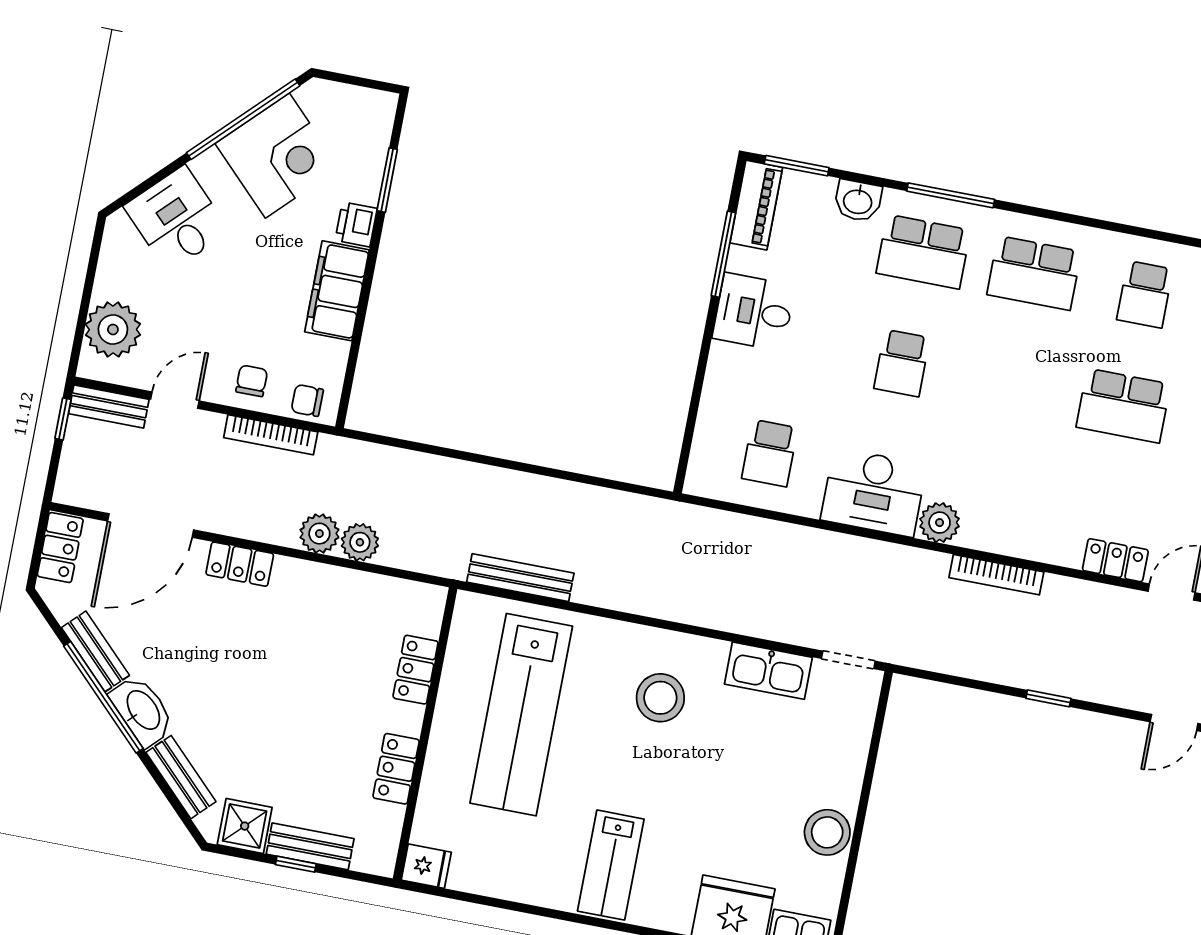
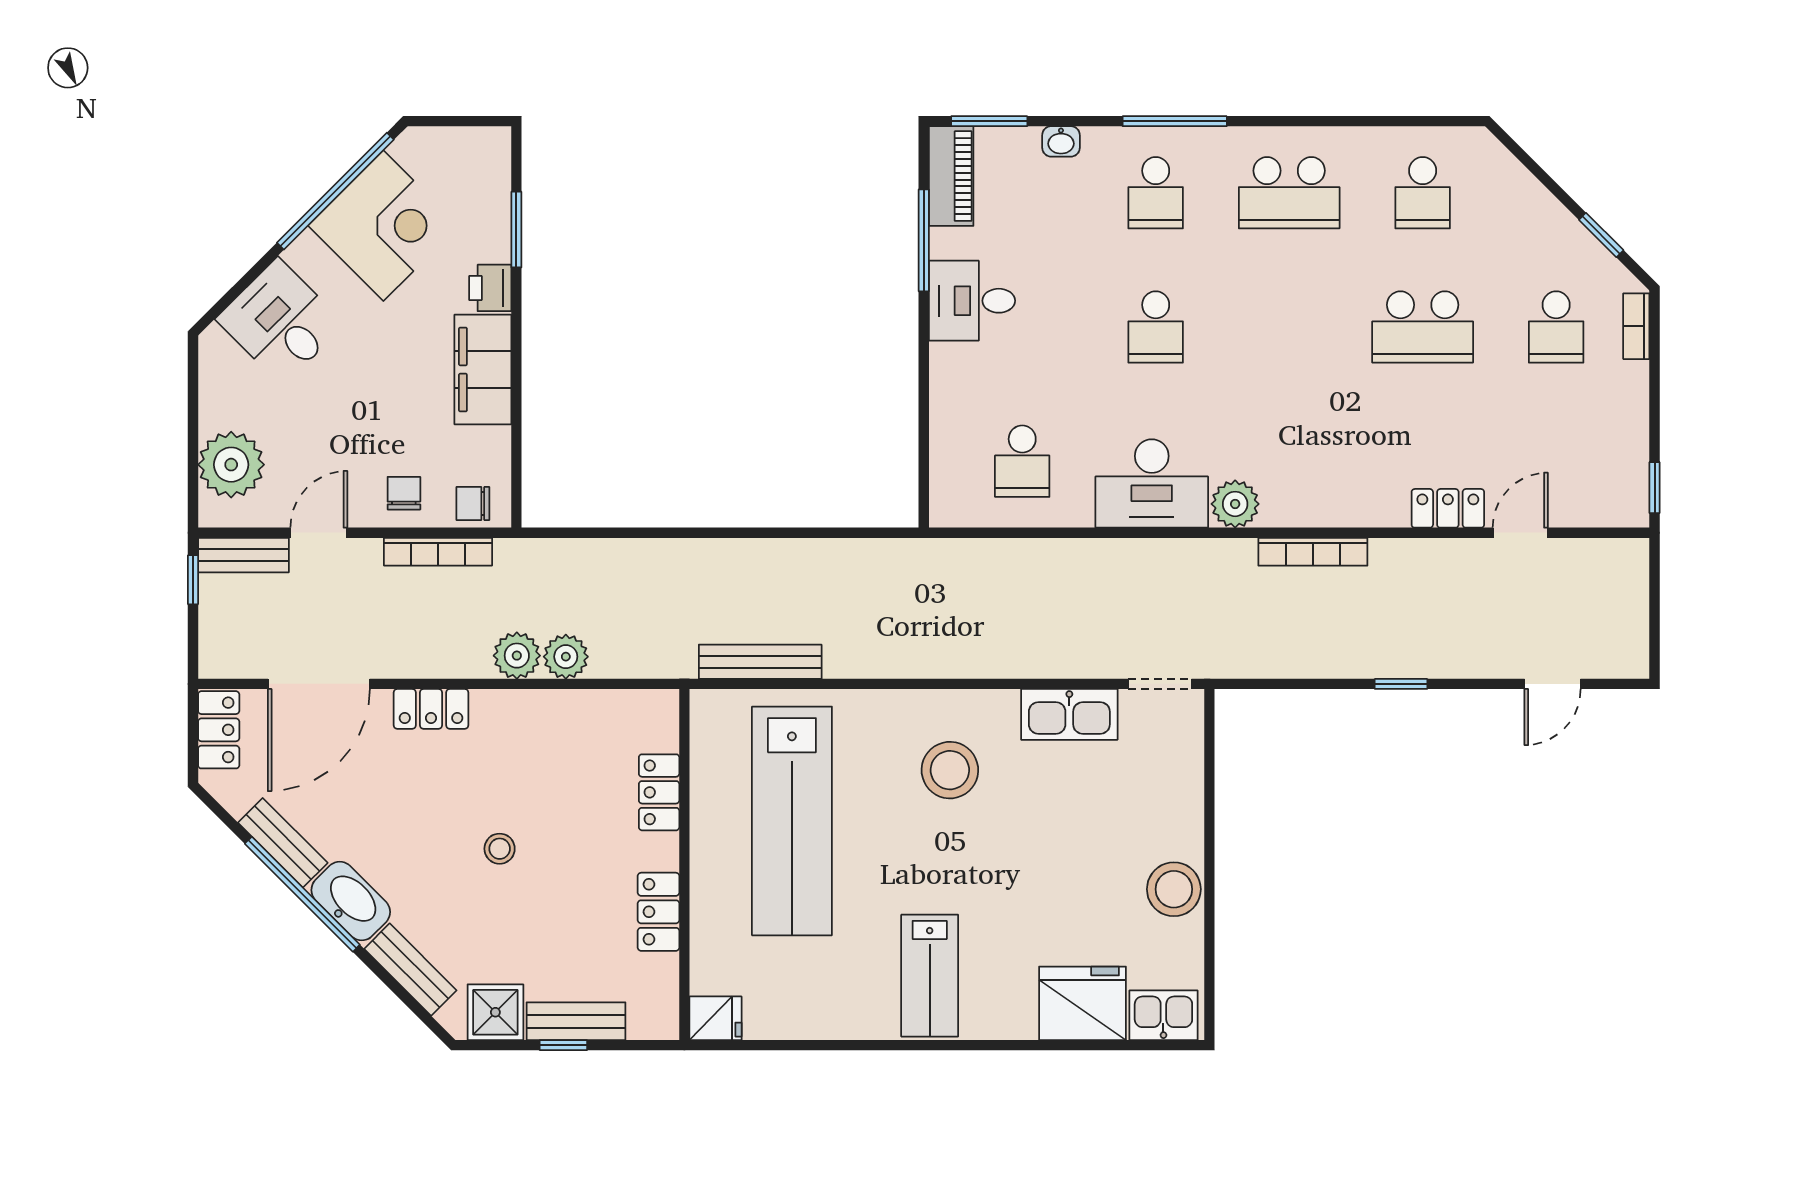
washbasin: (858, 201) -> (1061, 141), width x0.72, depth x0.69
school desk: (923, 252) -> (1156, 193), width x0.54
stool: (274, 691) -> (500, 849), added

